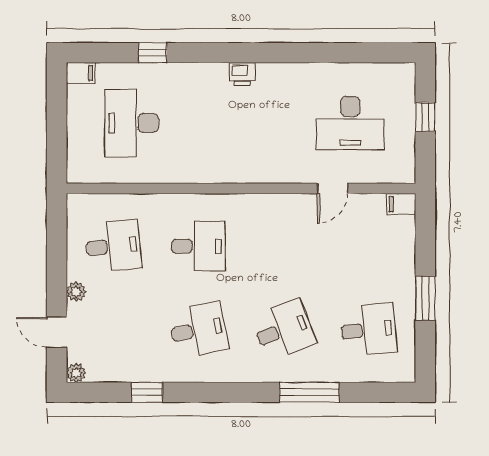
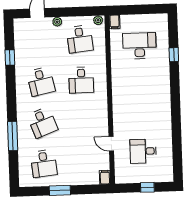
filing cabinet: (81, 73) -> (115, 22), moved
printer: (242, 74) -> (165, 98), removed
desk: (350, 123) -> (143, 151), width x0.73
plant: (76, 373) -> (98, 20), moved

